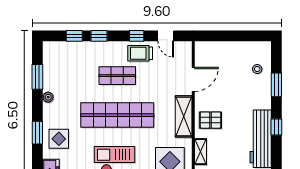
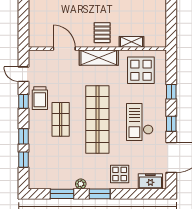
door: (166, 36) -> (24, 74), swing flipped
window: (37, 133) -> (100, 194), moved

